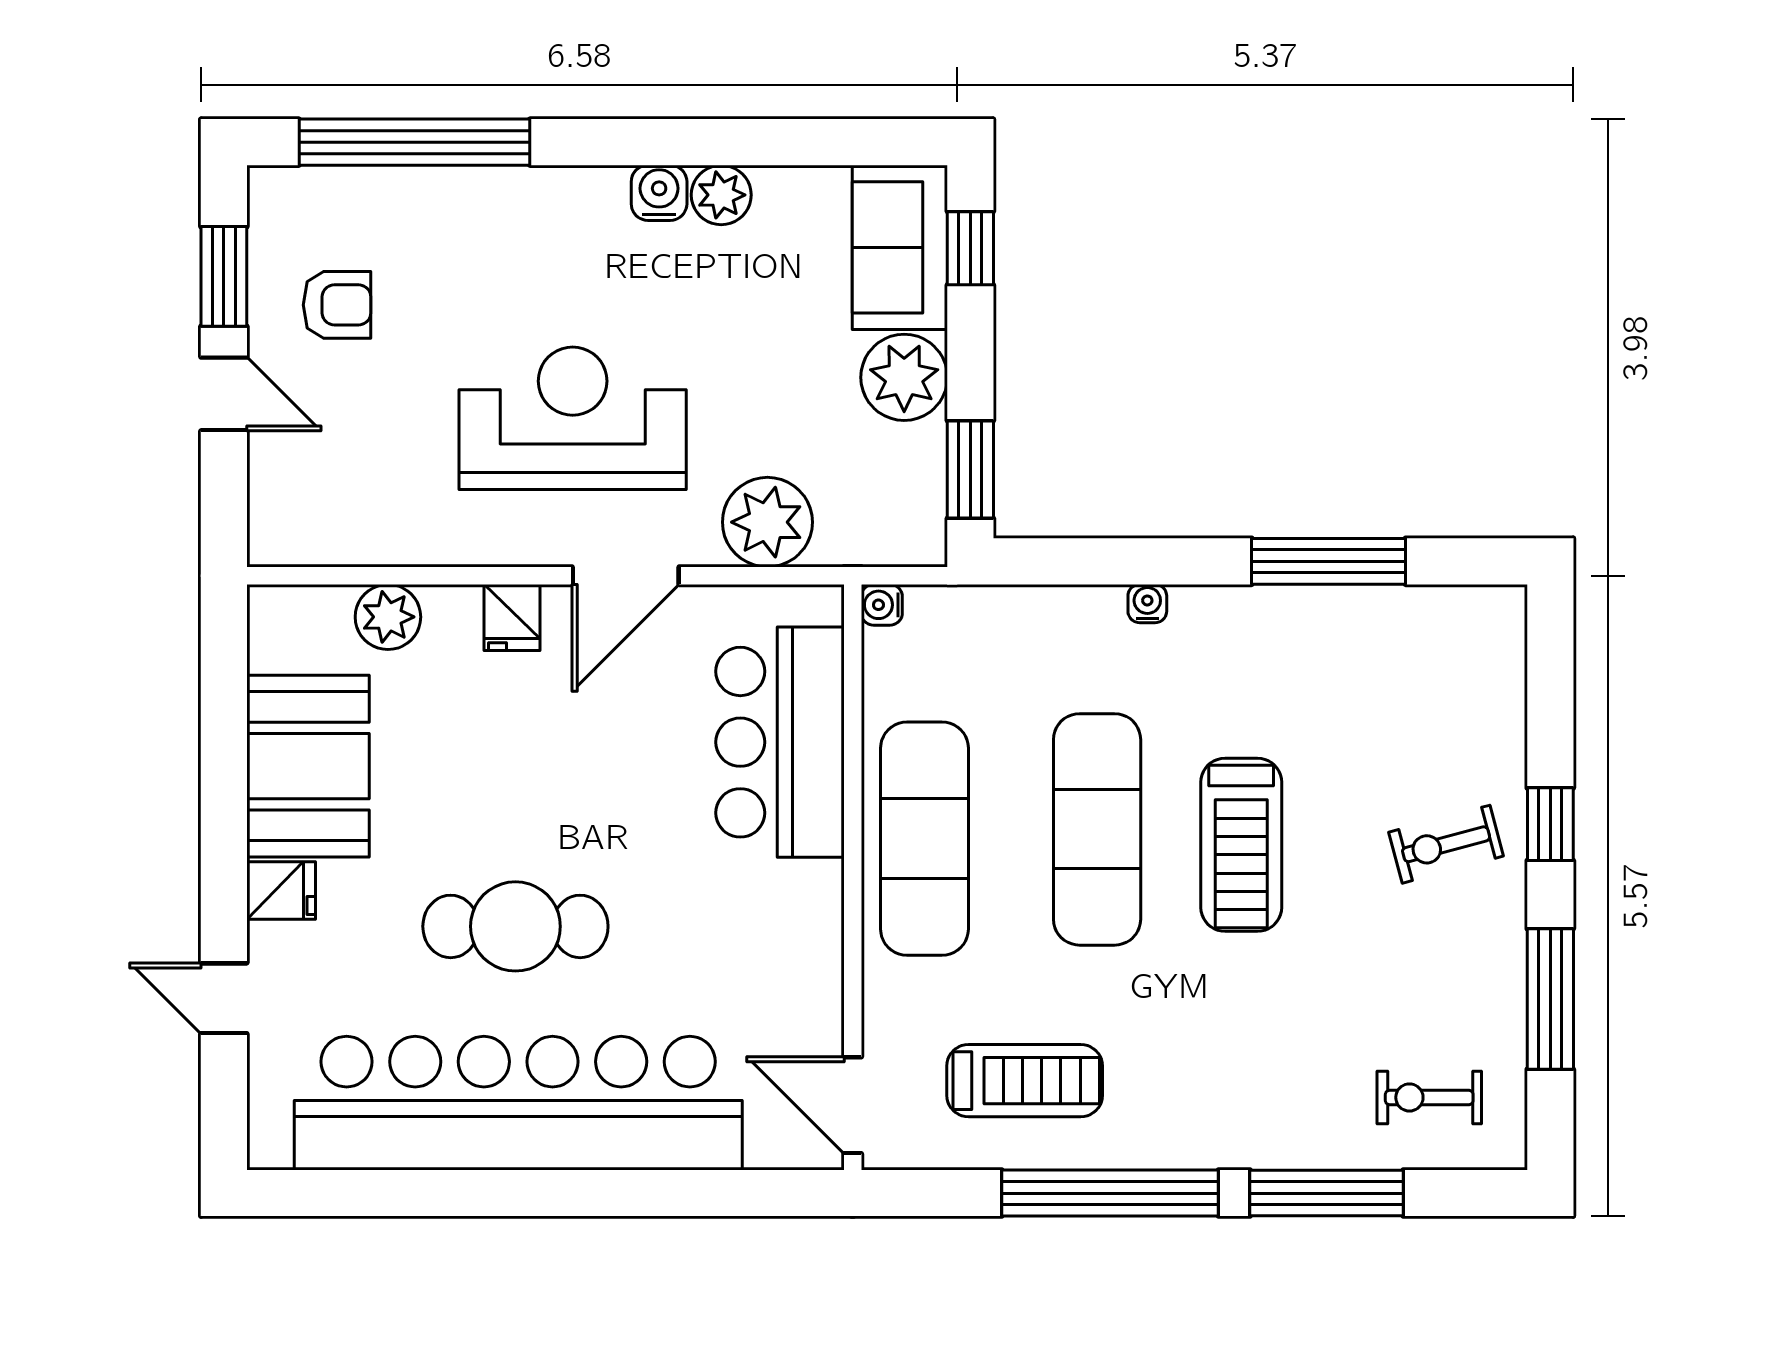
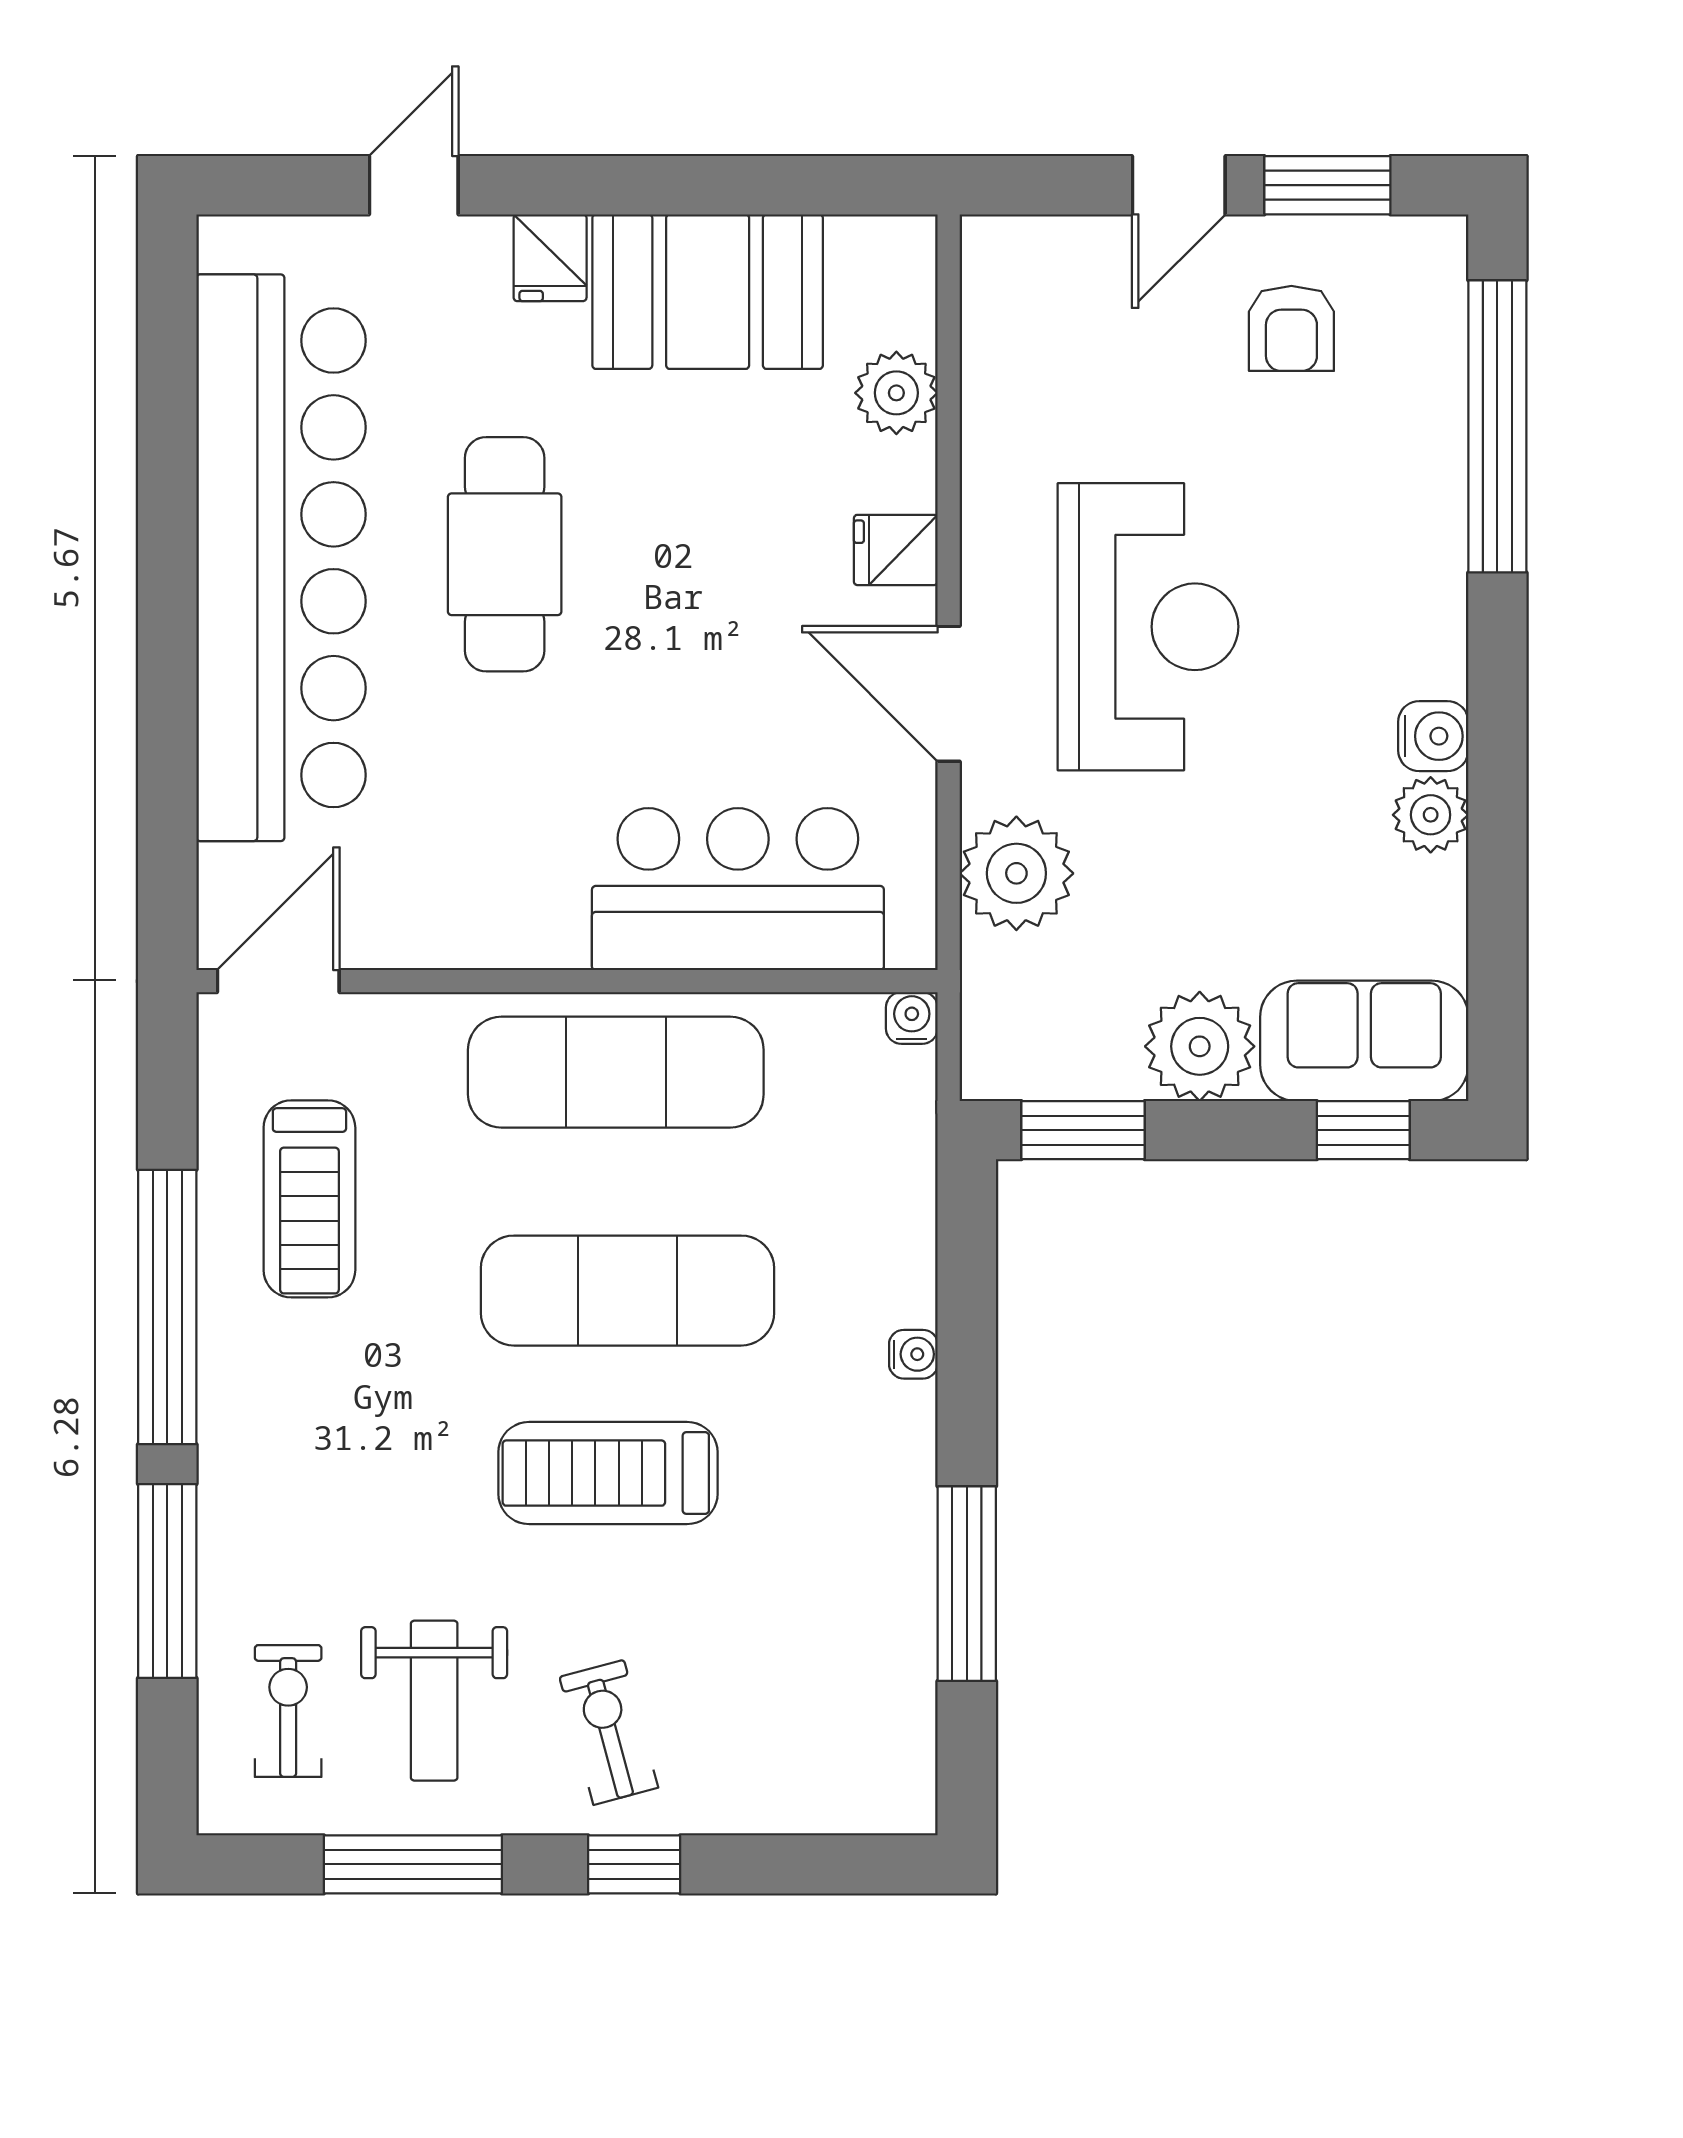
weight bench: (1421, 982) -> (434, 1701), added

